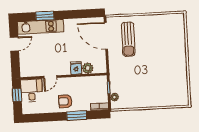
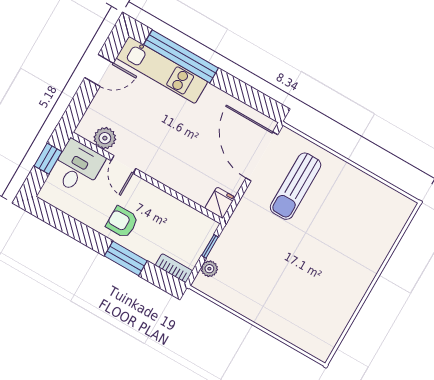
window: (45, 16) -> (181, 56), width x2.11
fridge: (76, 68) -> (220, 203), moved
plant: (88, 68) -> (105, 138), moved
door: (50, 77) -> (124, 165), hinge flipped

